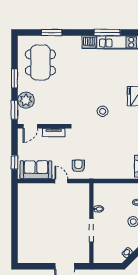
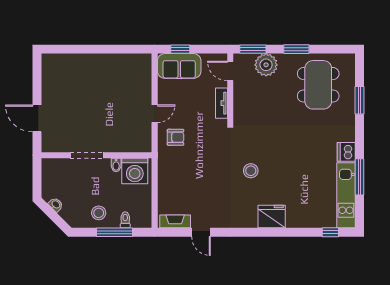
dining table: (40, 62) -> (318, 85), turned 90
sofa: (36, 170) -> (179, 66), moved, turned 90
washing machine: (103, 195) -> (135, 171), added

